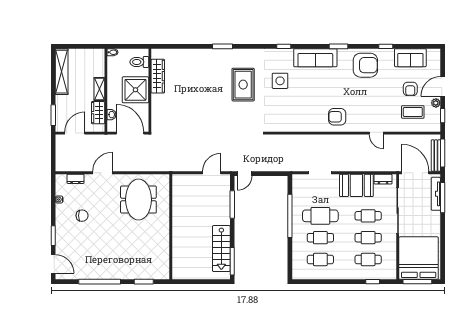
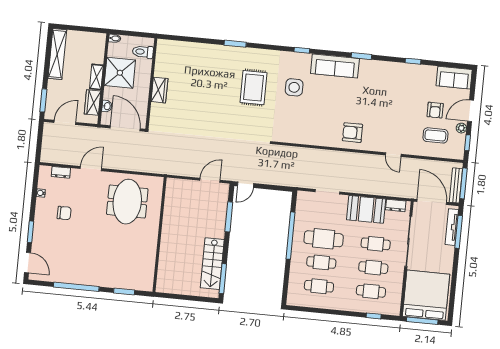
sofa: (410, 58) -> (454, 78), moved
armchair: (365, 65) -> (389, 79), removed
wardrobe: (158, 76) -> (159, 90), moved, width x0.67
shower: (135, 90) -> (120, 73), moved

